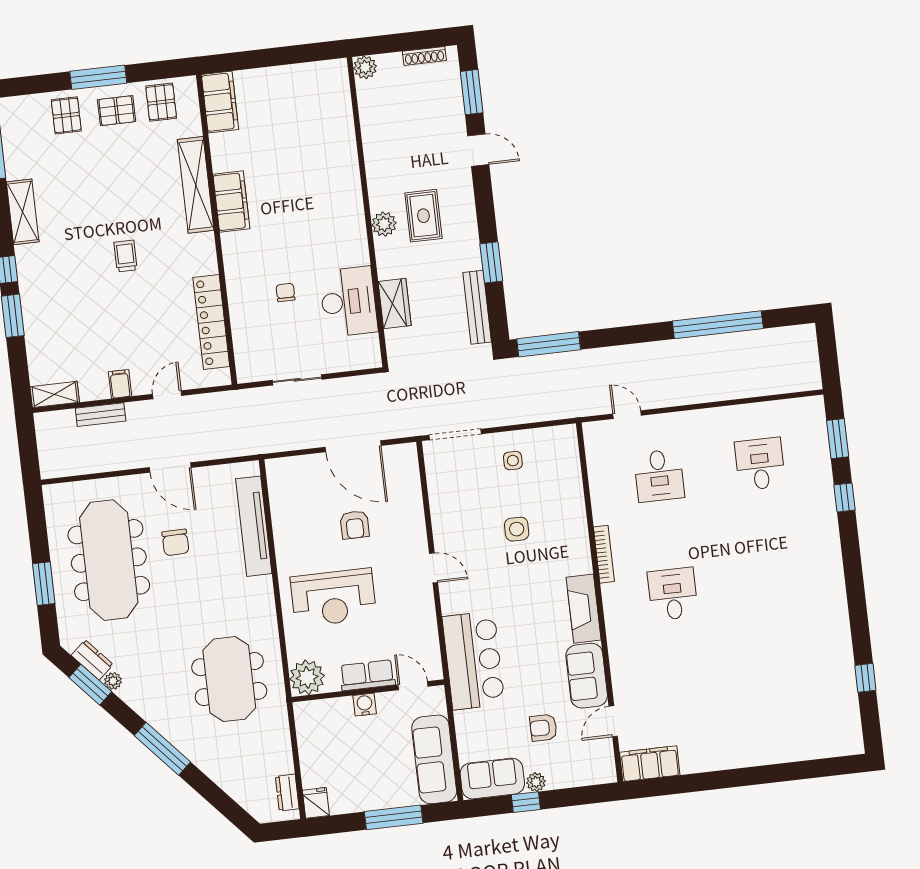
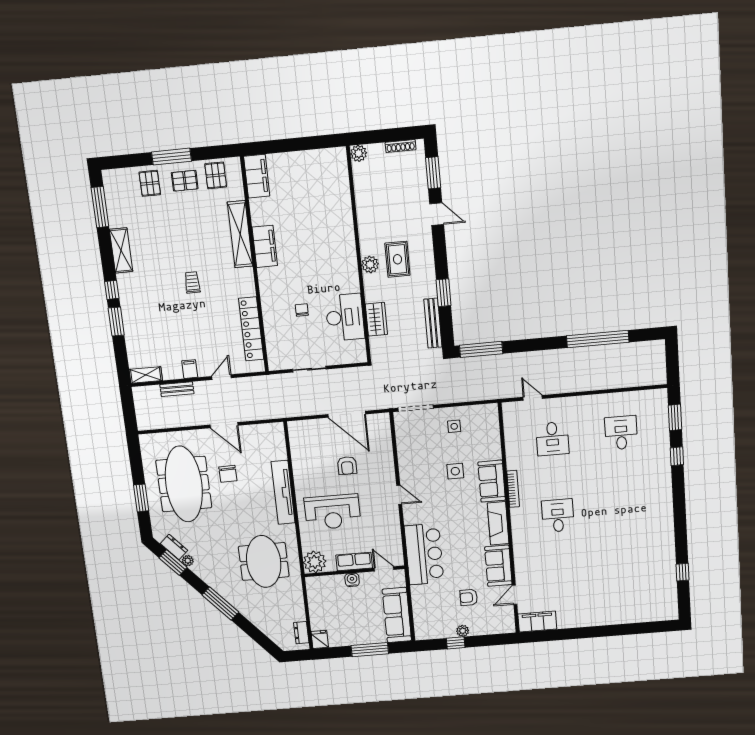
tv unit: (254, 526) -> (283, 492), moved
sofa: (492, 779) -> (492, 481), moved, turned -90

